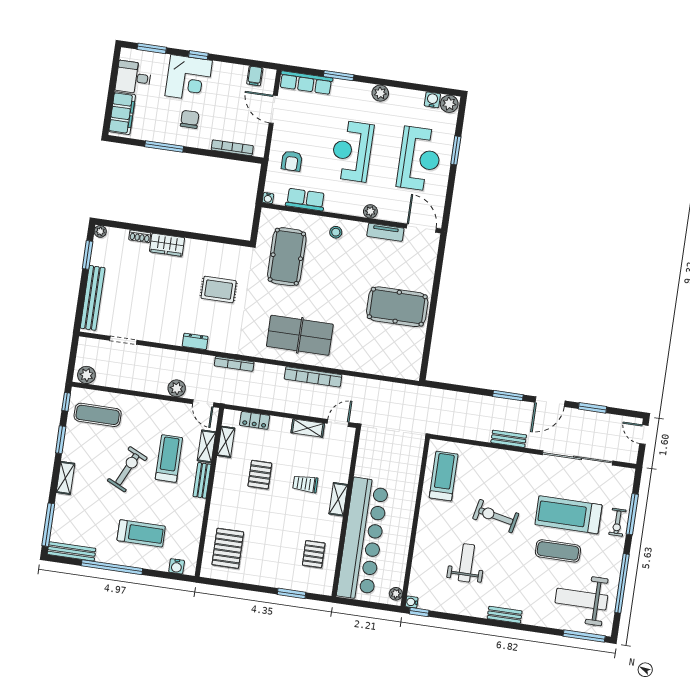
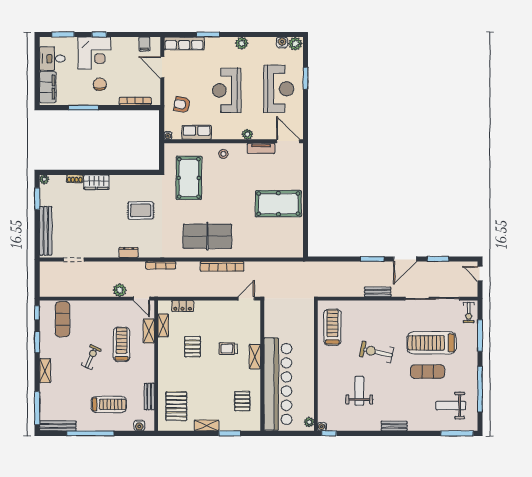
armchair: (292, 161) -> (182, 105), turned 100
plant: (86, 375) -> (50, 290), removed
exercise mat: (98, 415) -> (63, 319), turned 90
shelving: (308, 428) -> (207, 425), moved
exercise bike: (127, 469) -> (91, 357), width x0.73, depth x0.72
bench: (202, 480) -> (149, 396), moved
exercise bike: (617, 522) -> (469, 313), moved
weight bench: (581, 599) -> (451, 406), width x0.73, depth x0.75

